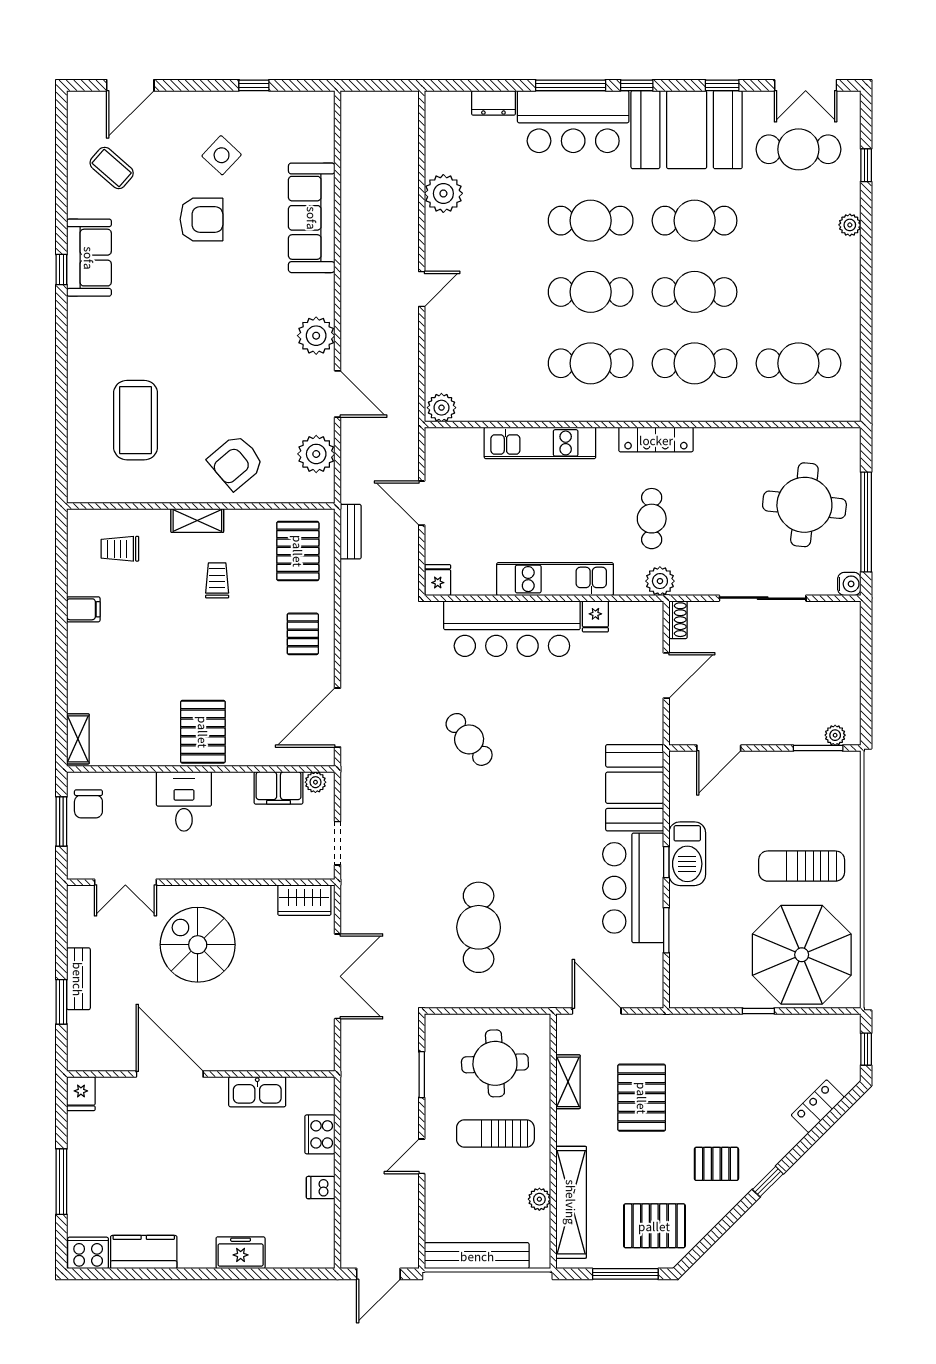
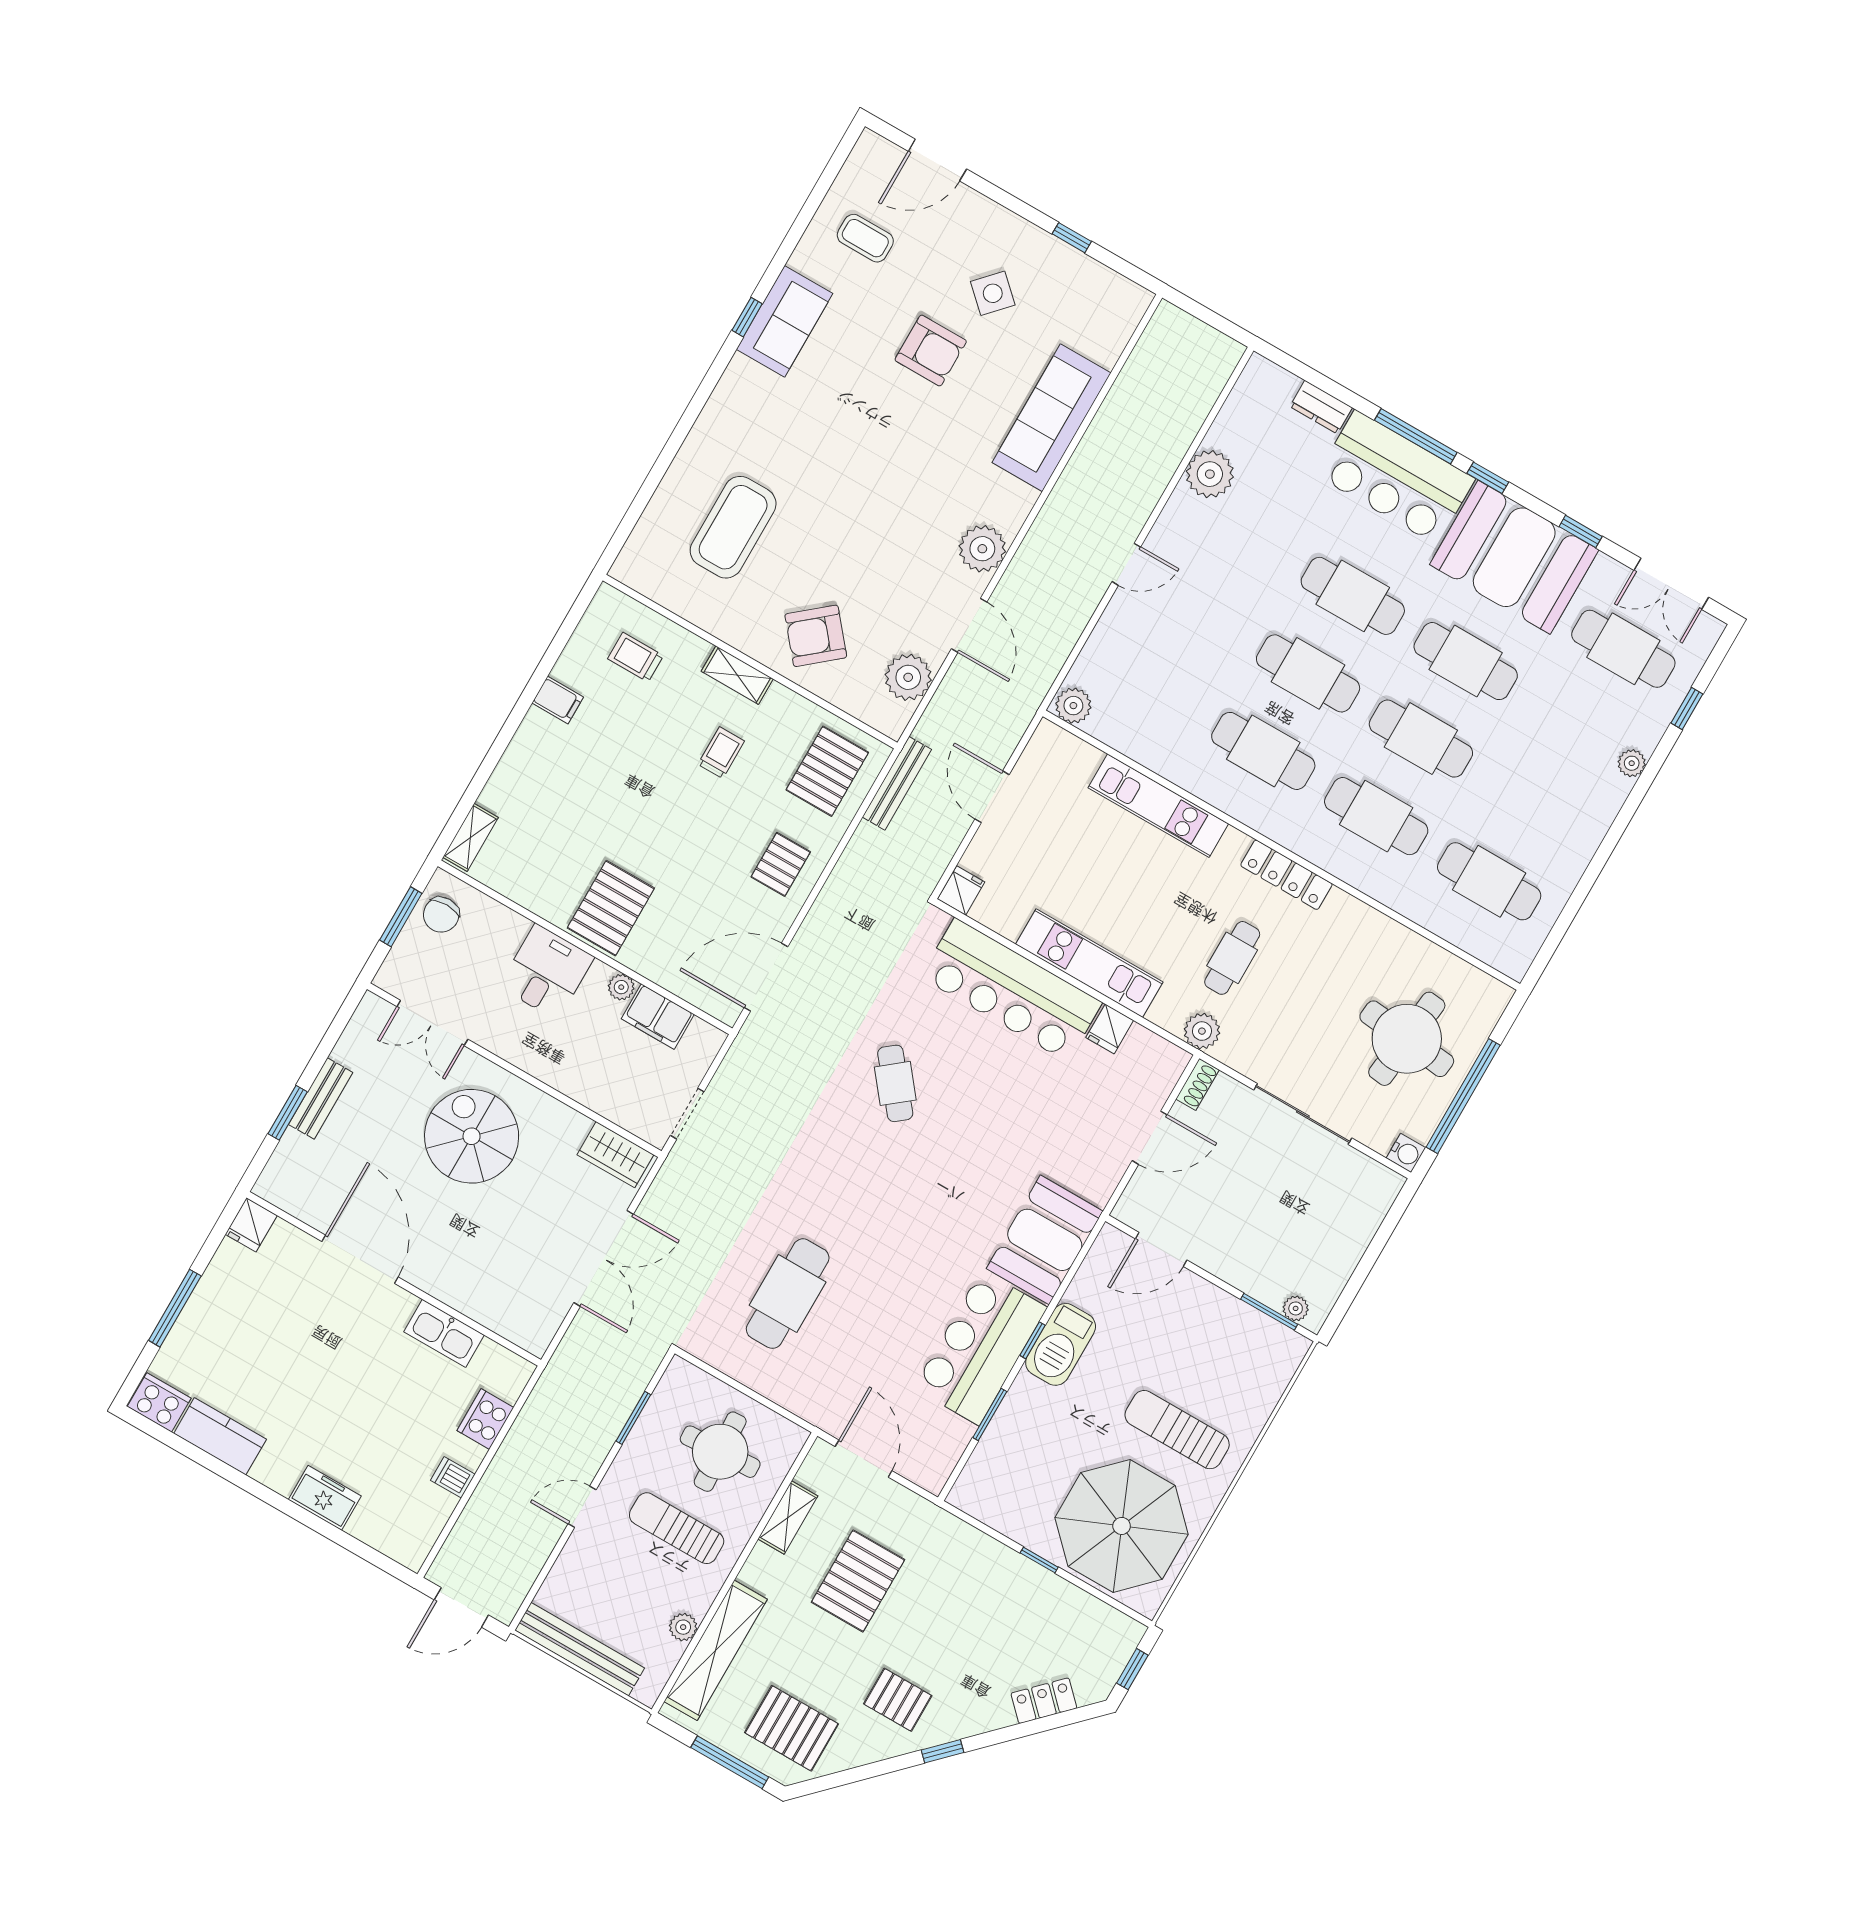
coffee table: (112, 168) -> (865, 238), turned -41
bench: (351, 532) -> (897, 783), width x1.36
plant: (315, 782) -> (621, 987), moved

